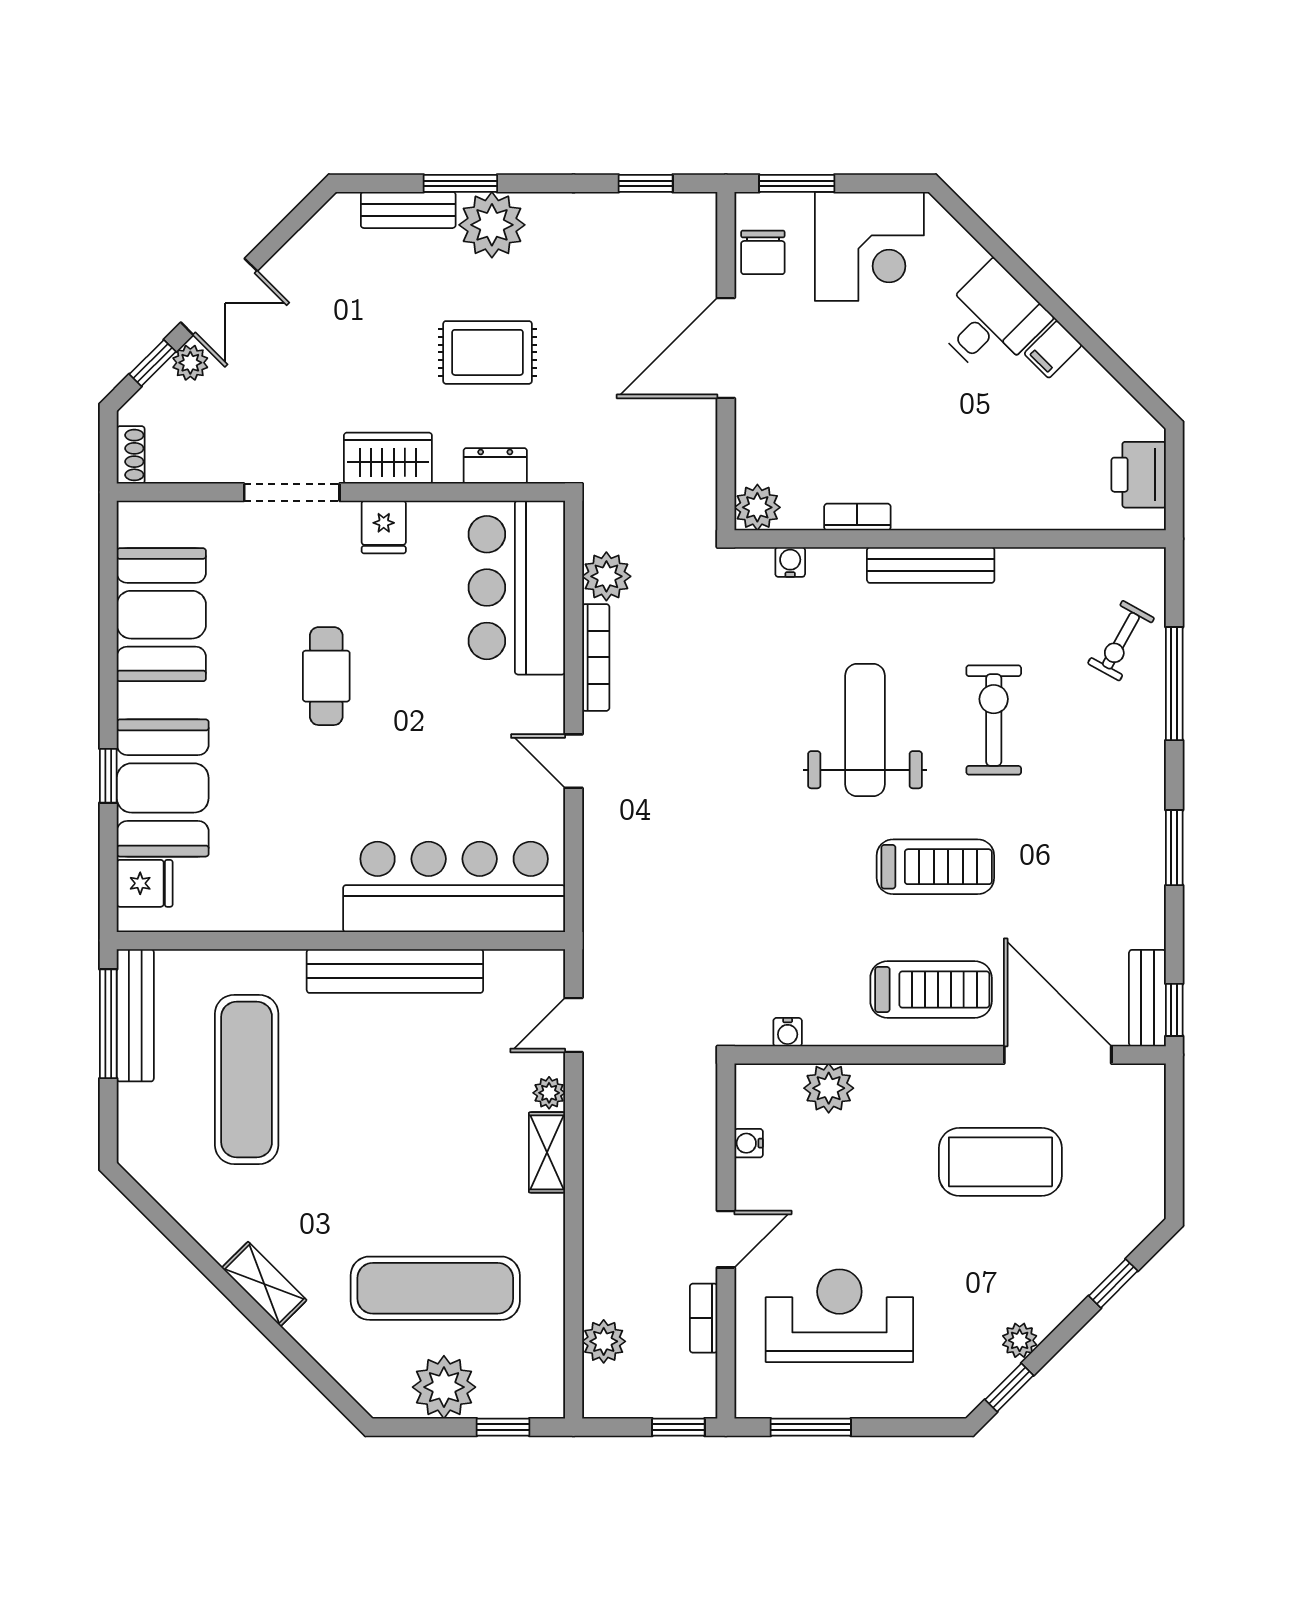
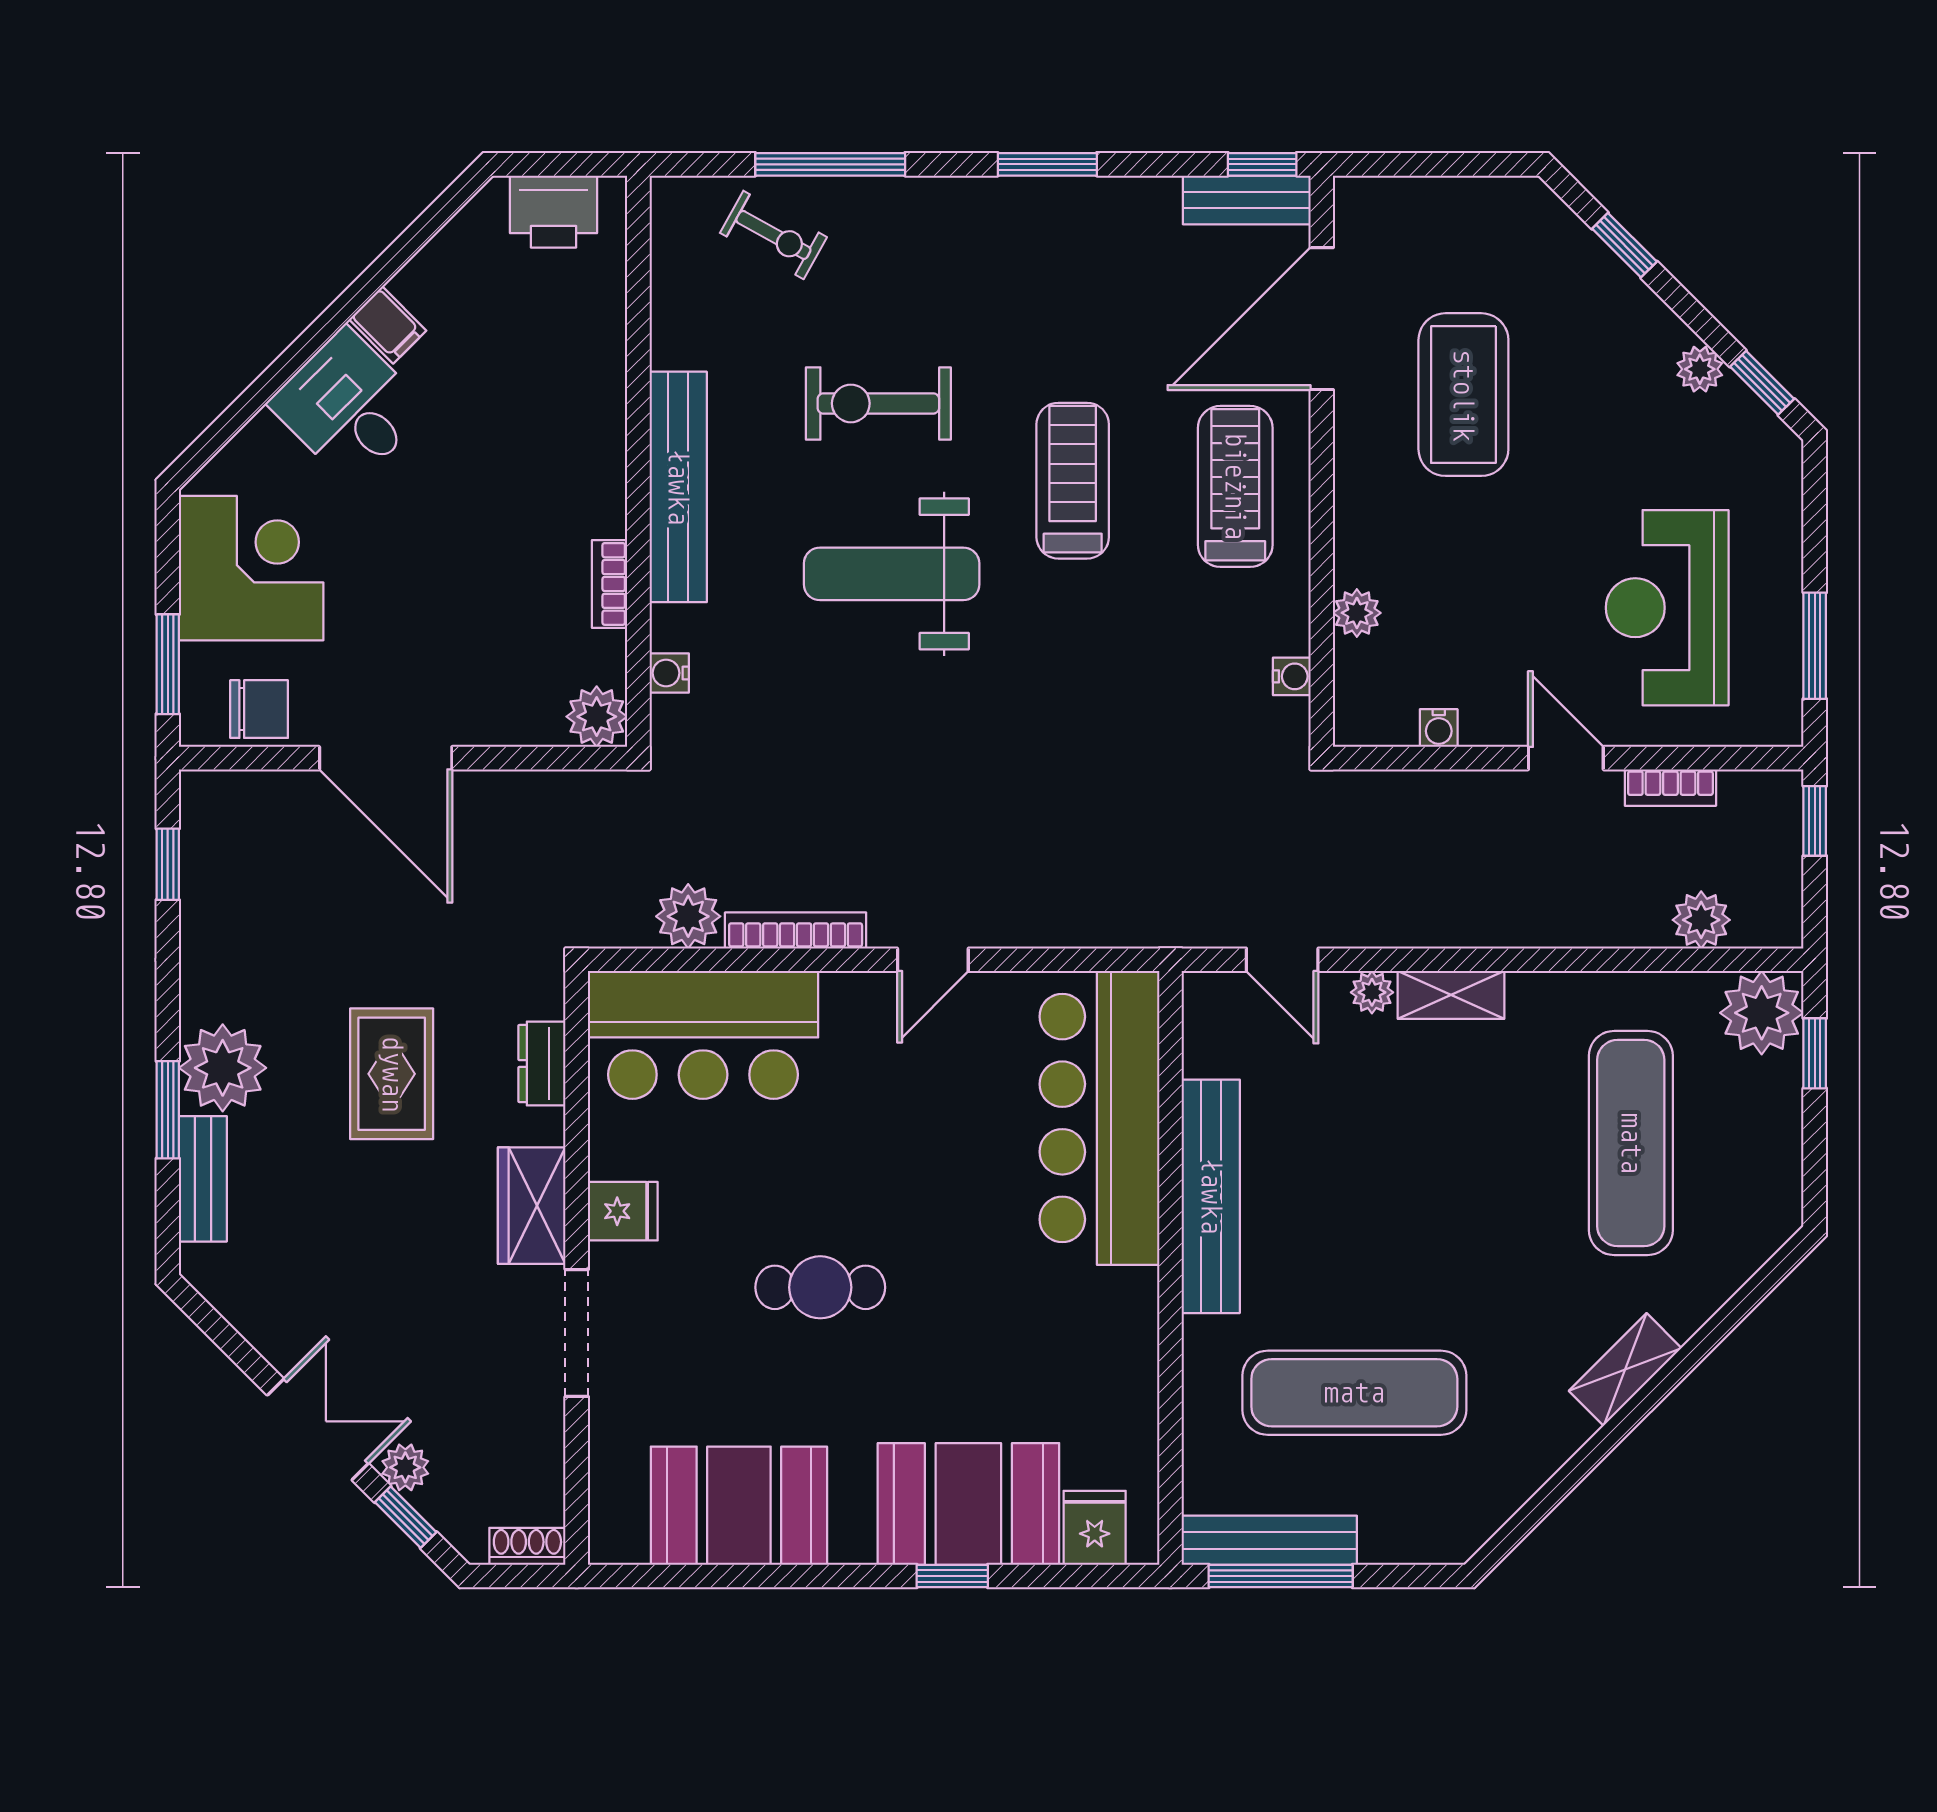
bench: (931, 565) -> (678, 487), width x1.37, depth x1.21
plant: (829, 1088) -> (1357, 613), width x0.73, depth x0.73
plant: (444, 1387) -> (1762, 1013), moved

